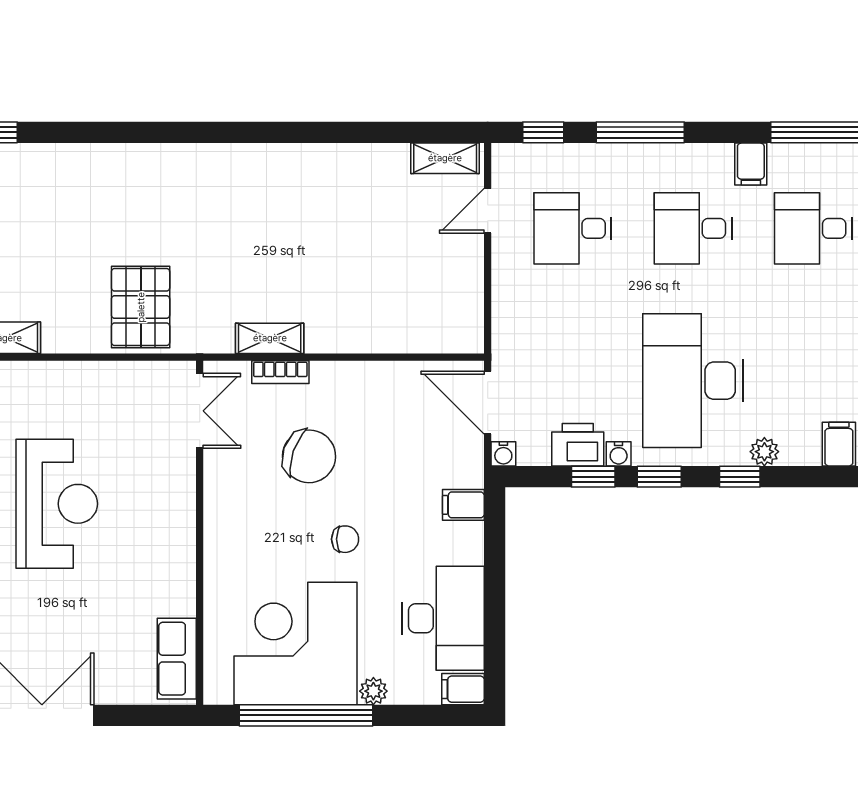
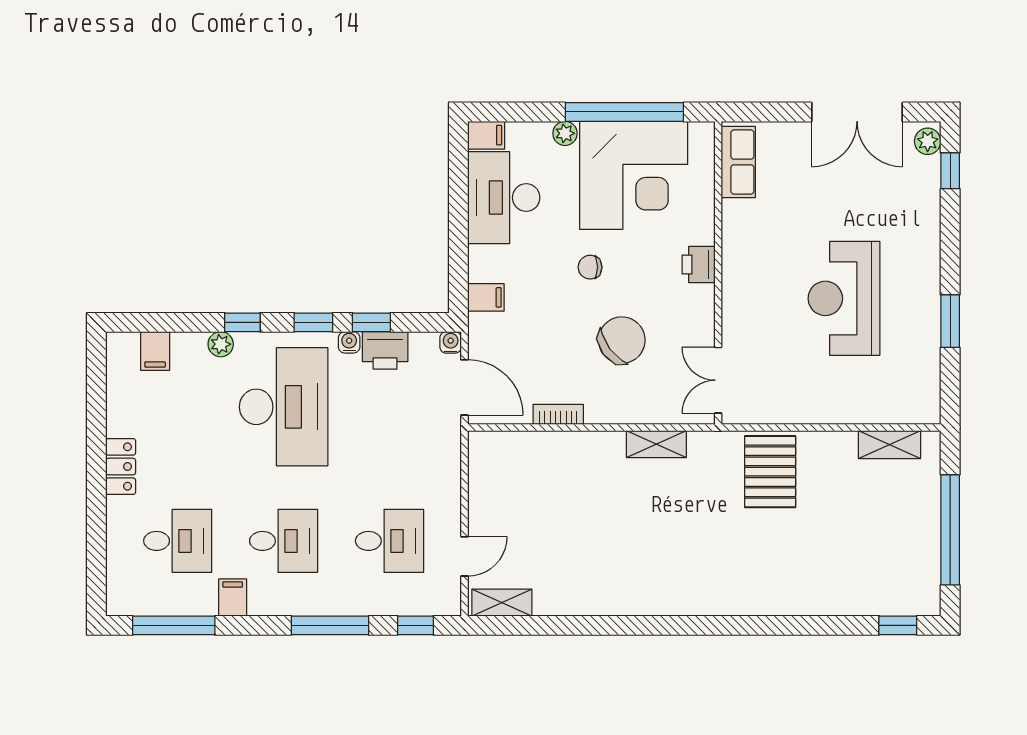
bookcase: (280, 372) -> (558, 414), moved
chair: (309, 456) -> (622, 340), turned 124
printer: (222, 542) -> (699, 264), added

